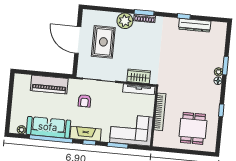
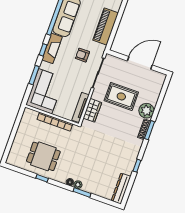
dresser: (195, 25) -> (121, 188), moved
rug: (103, 42) -> (121, 96), moved
dining table: (193, 128) -> (43, 156), moved

